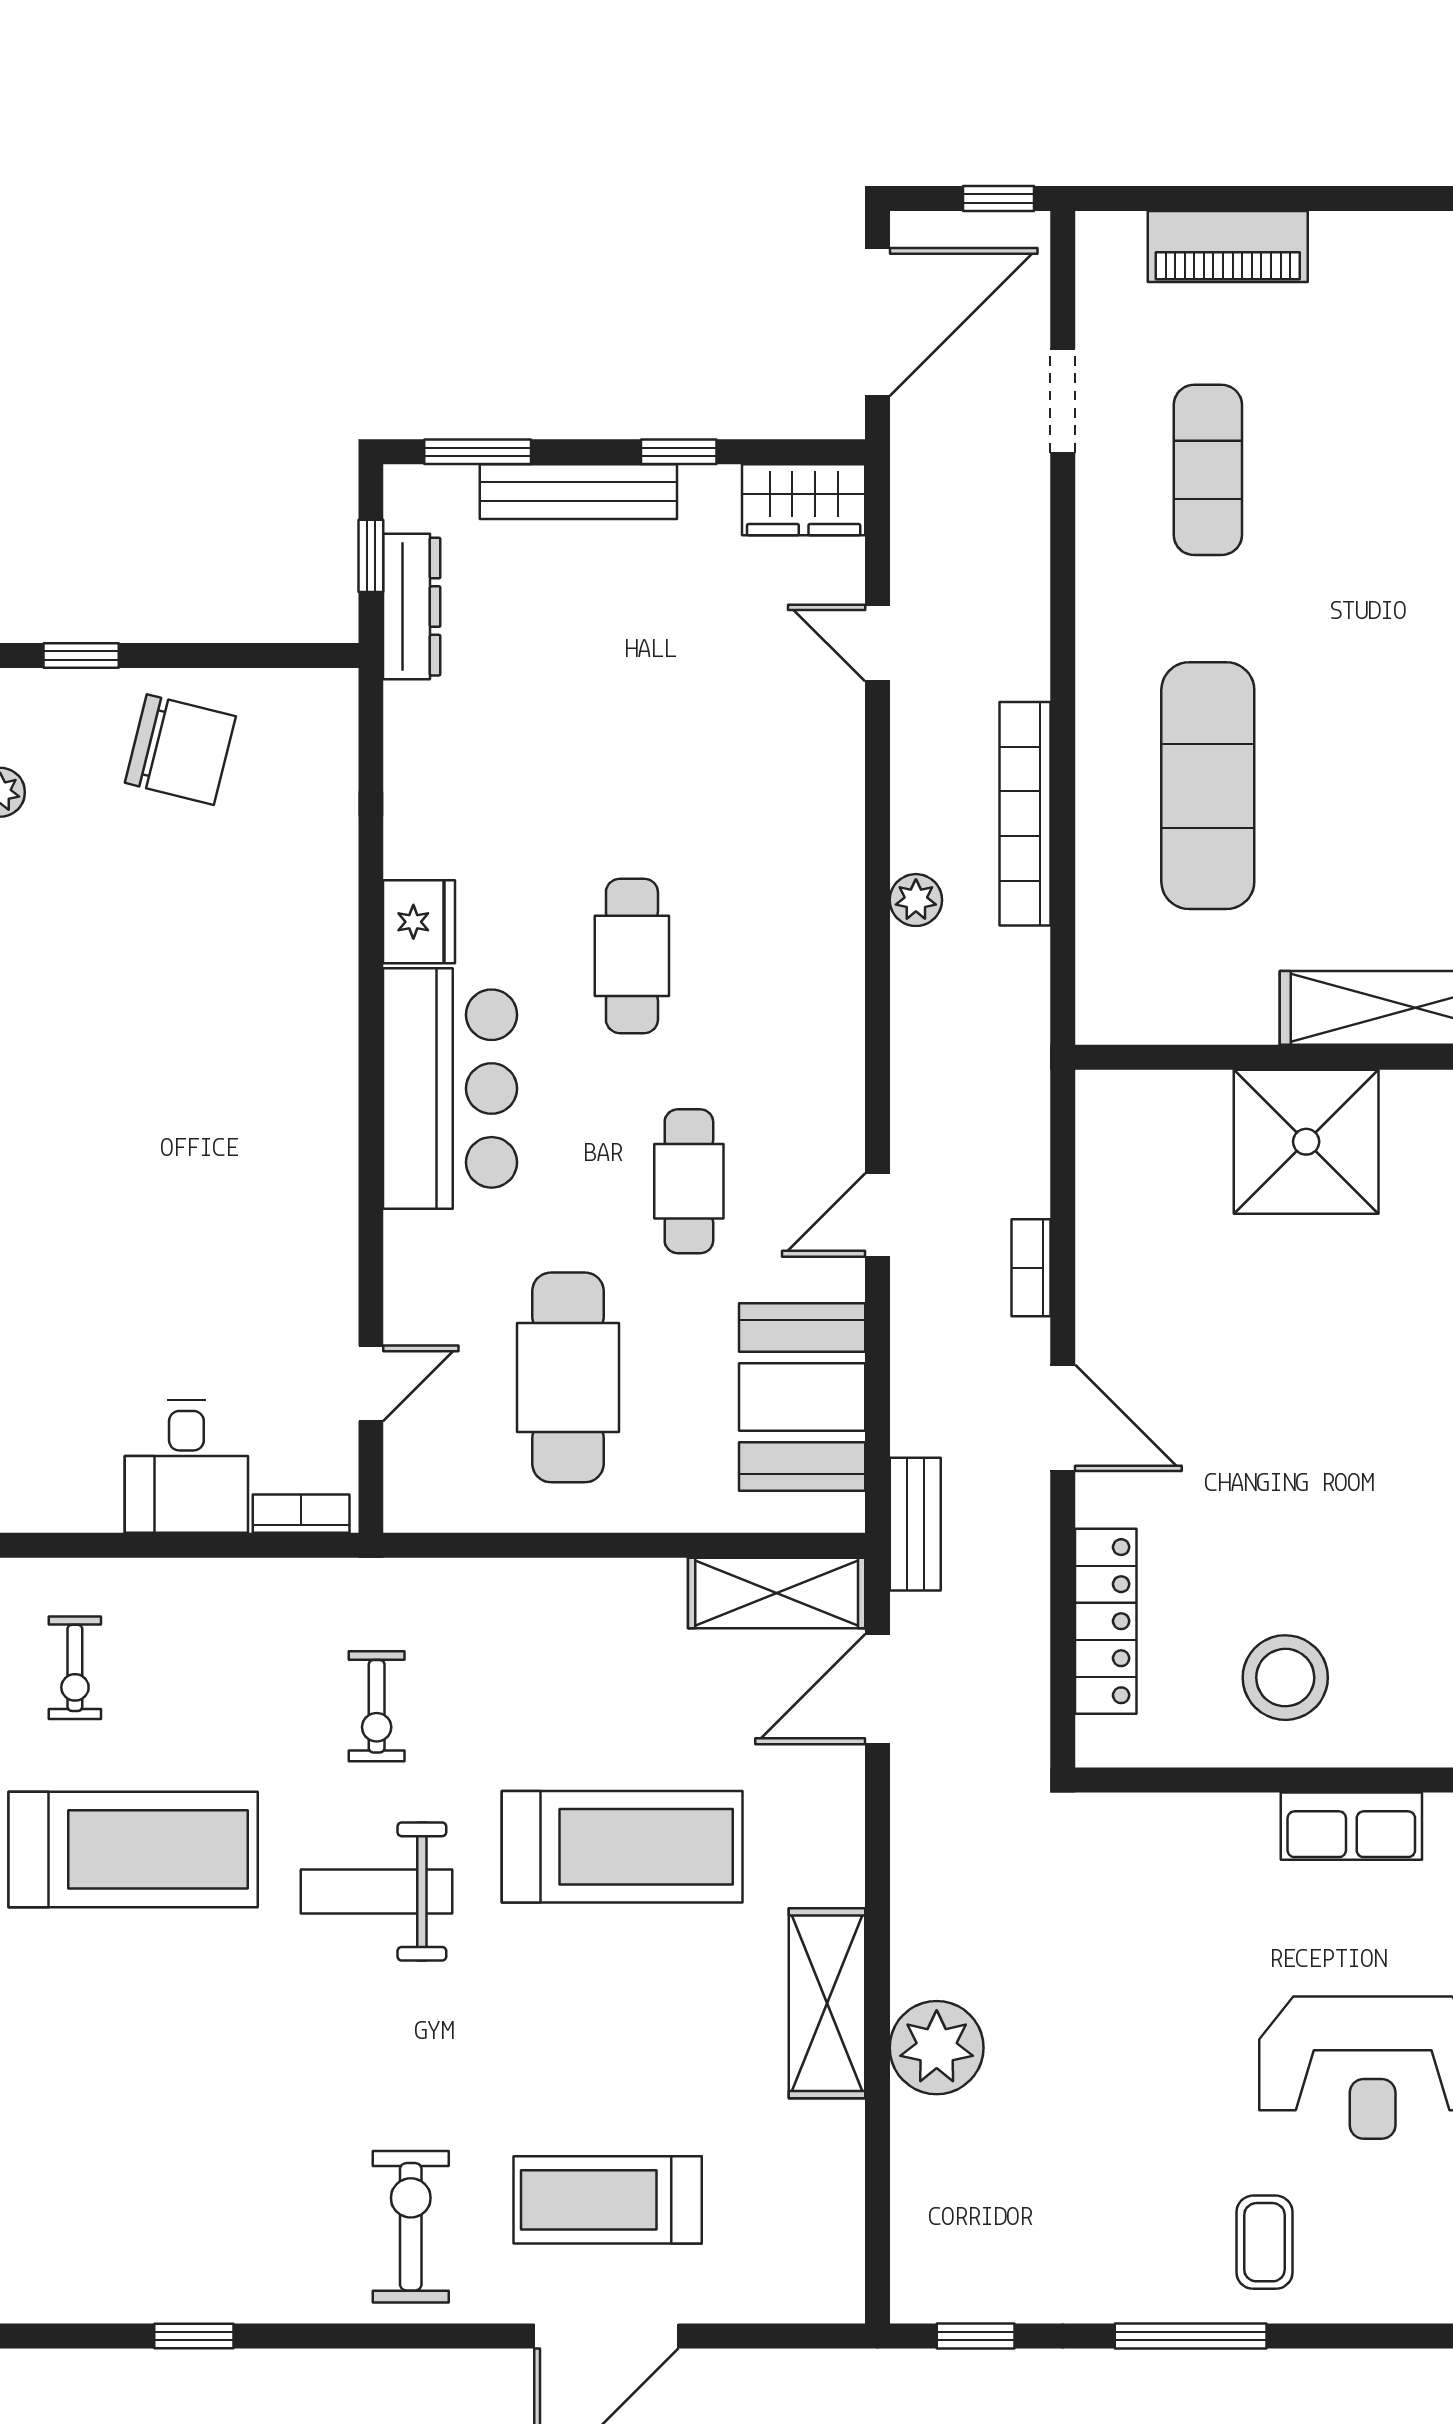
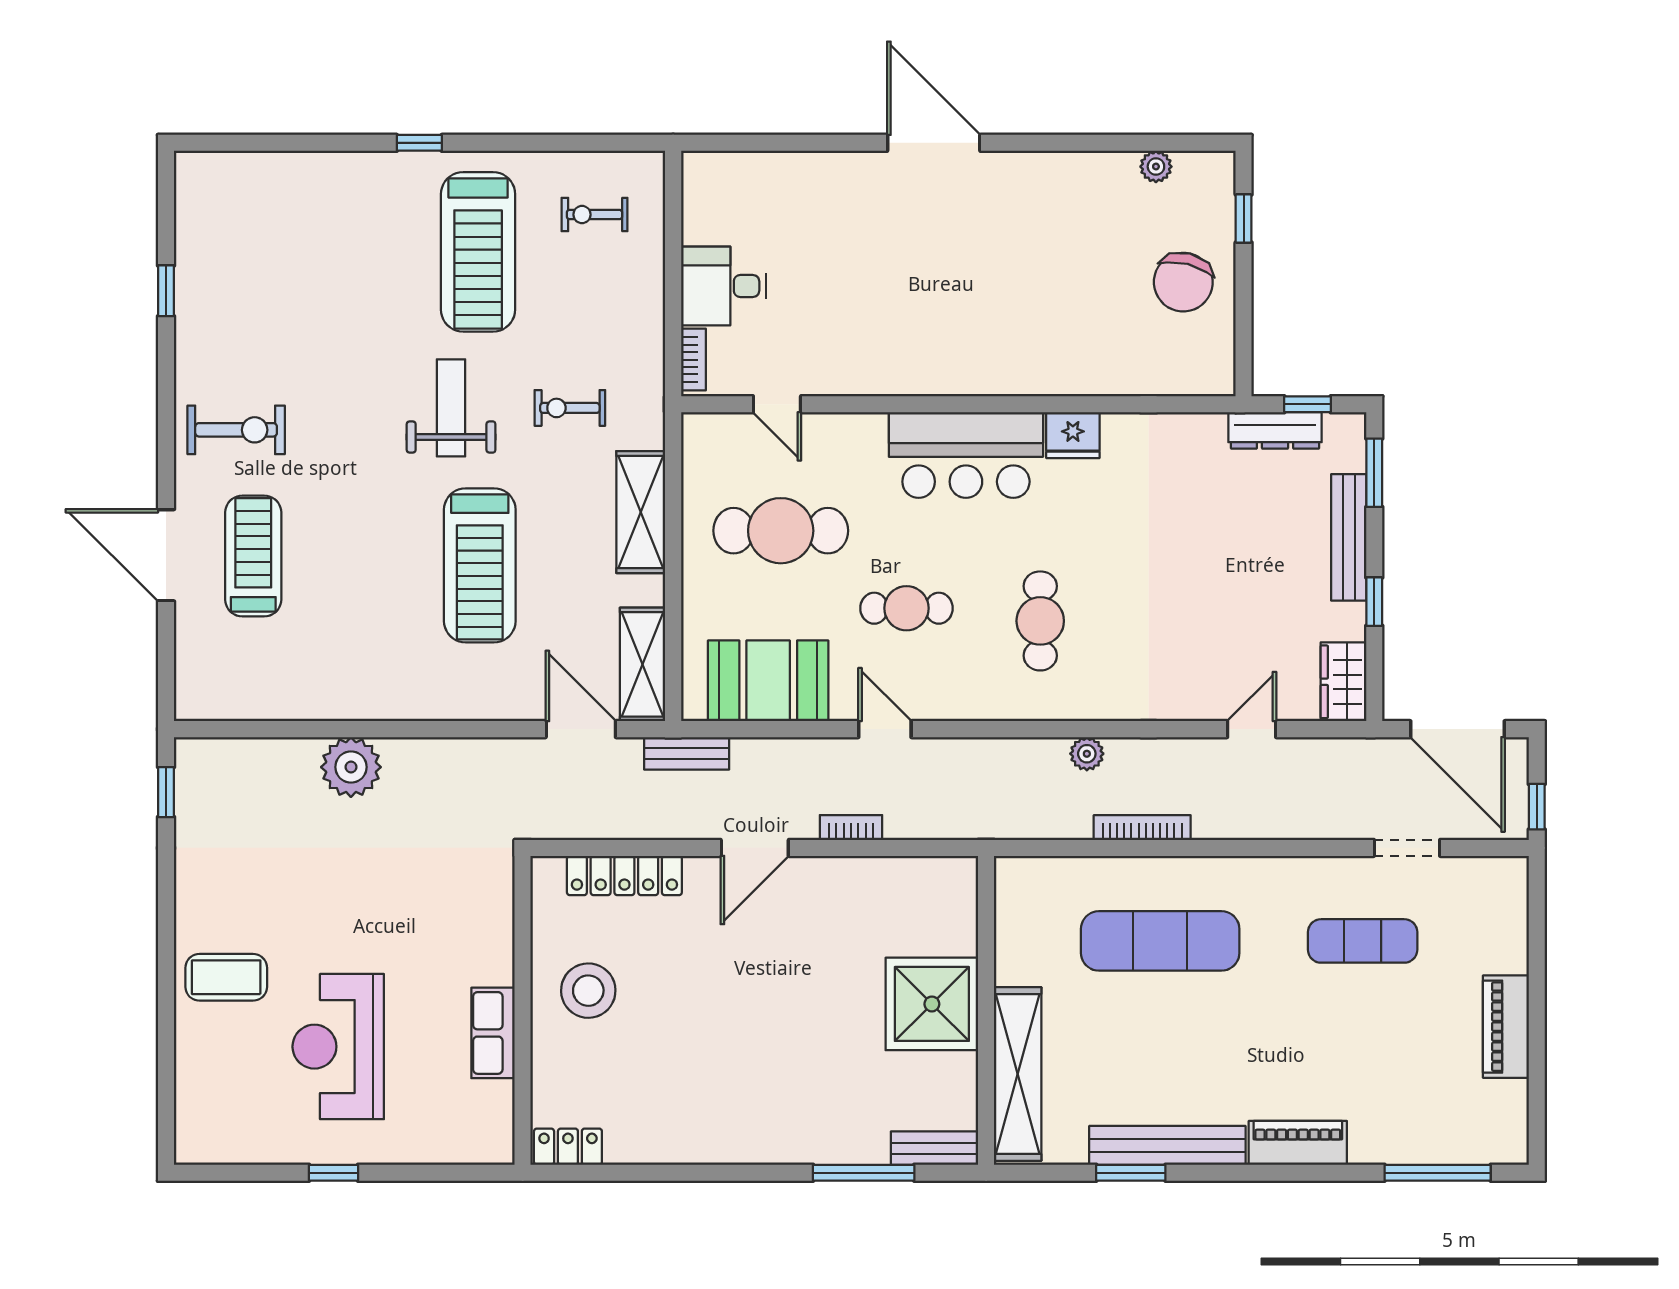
piano: (1228, 246) -> (1506, 1027), moved
bookcase: (1025, 814) -> (1142, 828), width x0.68, depth x0.76
cafe table: (632, 956) -> (1040, 621), moved, turned 90
shelving: (827, 2003) -> (641, 512), moved, turned 90
coffee table: (1264, 2242) -> (226, 977), width x1.36, depth x1.30
window: (1191, 2336) -> (166, 930), removed

